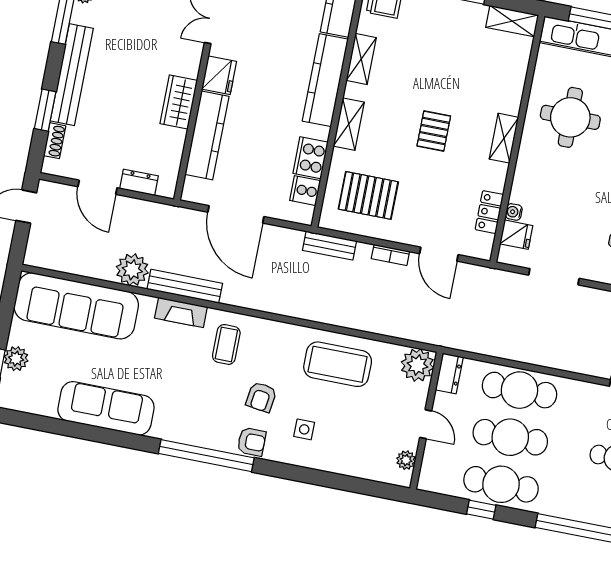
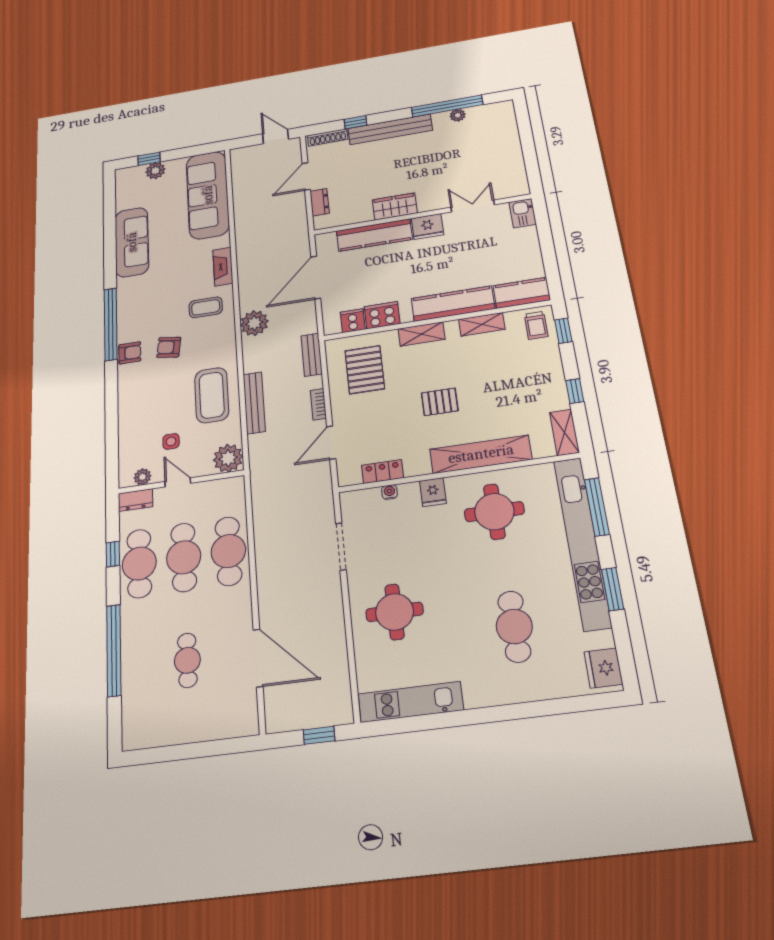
window: (45, 110) -> (355, 122), width x0.67
shelving: (504, 138) -> (481, 454), width x2.20, depth x1.33
shoe rack: (55, 141) -> (328, 137), width x1.43
fridge: (516, 235) -> (433, 492), moved
plant: (132, 270) -> (254, 323), moved
bench: (185, 286) -> (254, 403), moved
dresser: (449, 373) -> (136, 500), moved
door: (426, 424) -> (178, 482), swing flipped
side table: (304, 429) -> (171, 441), moved
armchair: (252, 442) -> (130, 353), turned -90

